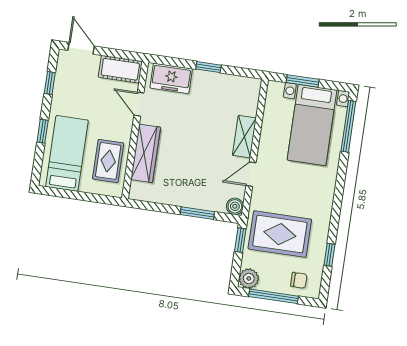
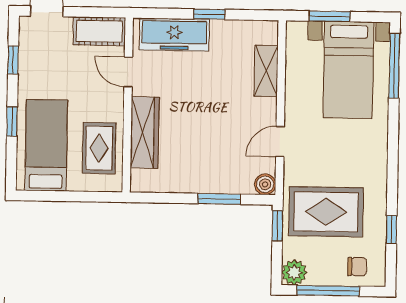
freezer: (171, 78) -> (174, 35), width x1.40
shelving: (244, 137) -> (266, 71), moved

